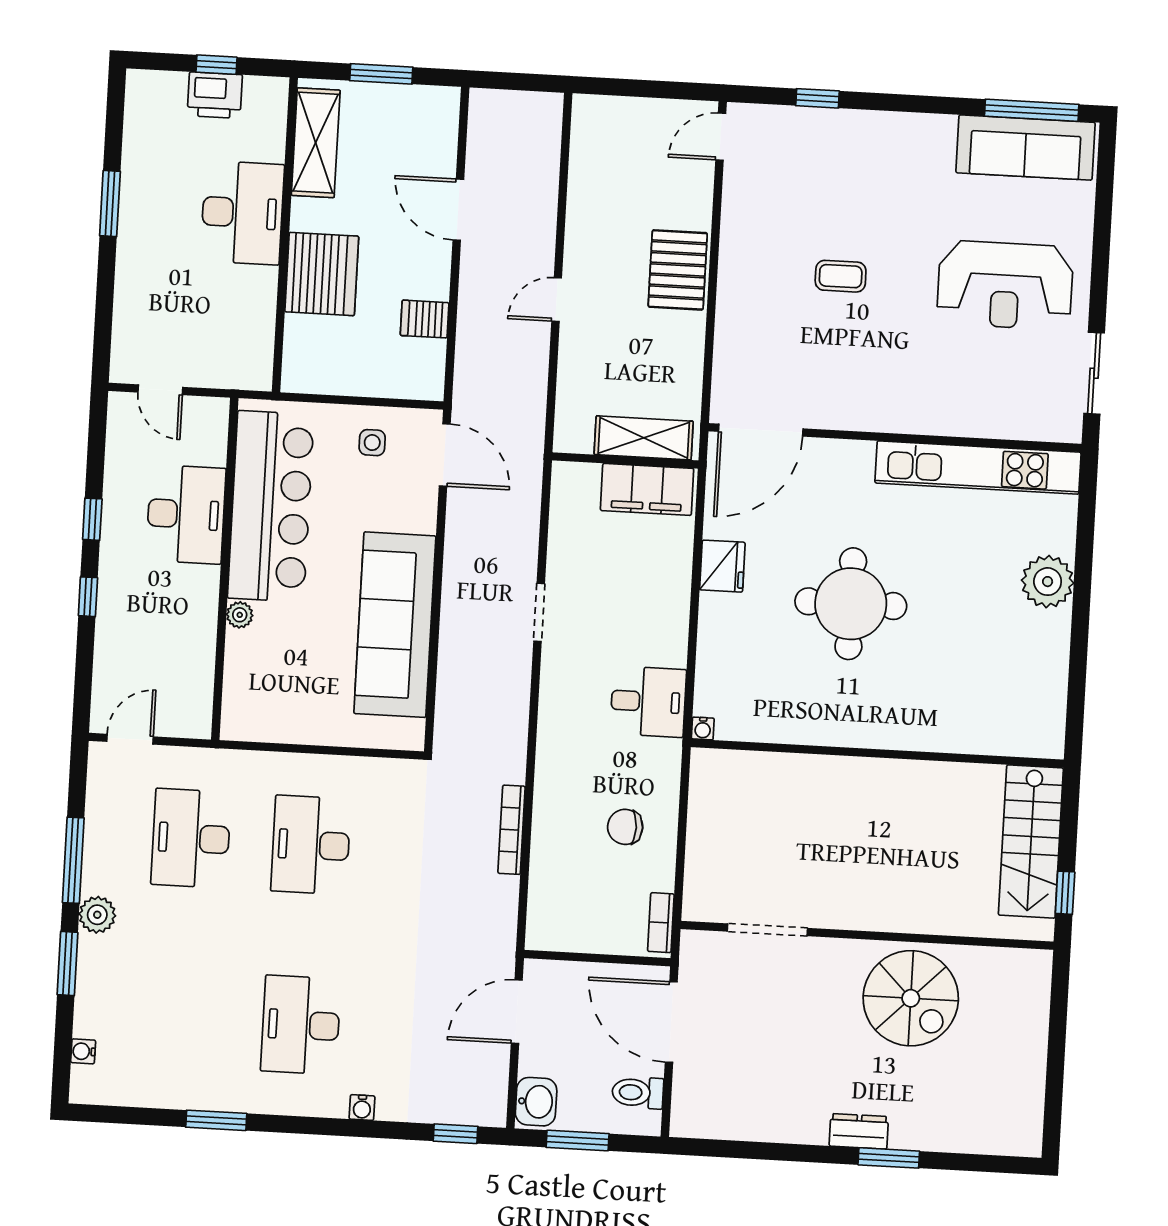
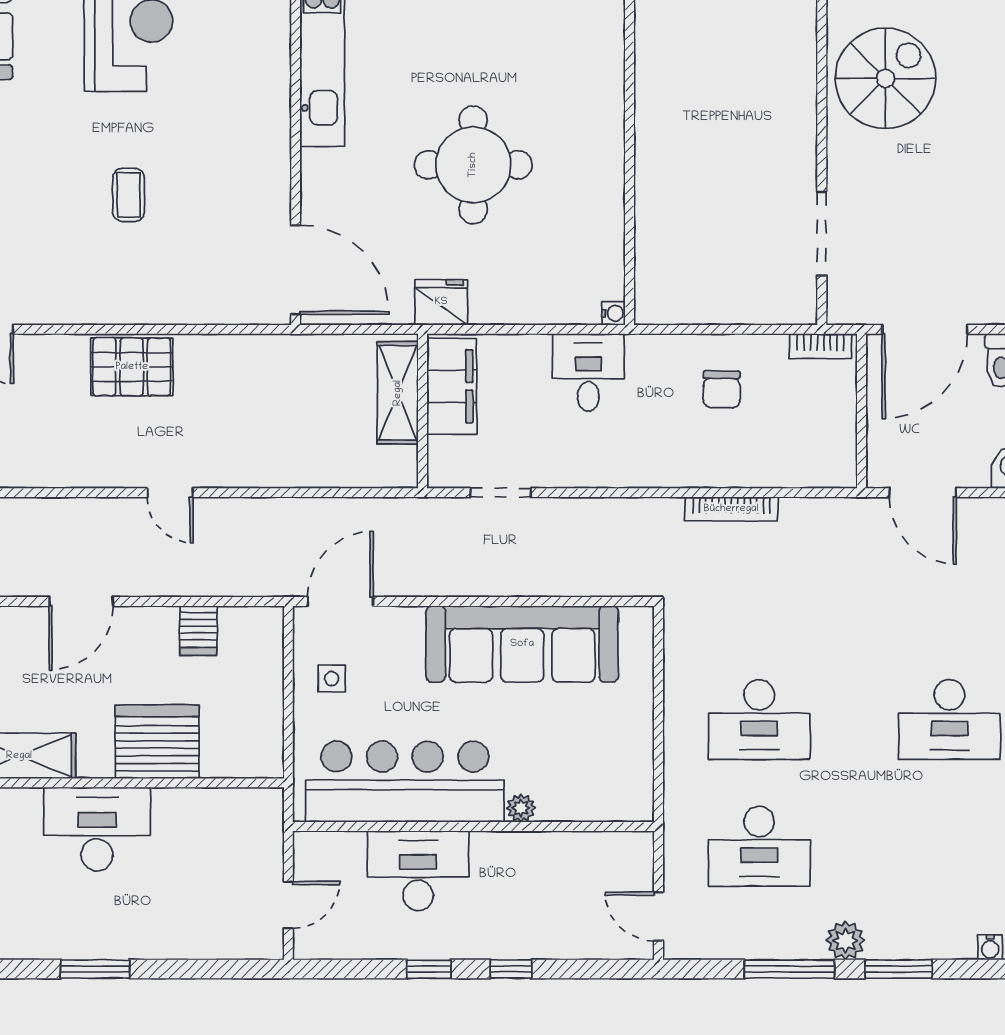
shelving: (644, 438) -> (398, 393), moved
wall: (625, 460) -> (423, 411), moved
filing cabinet: (647, 489) -> (452, 386), moved

